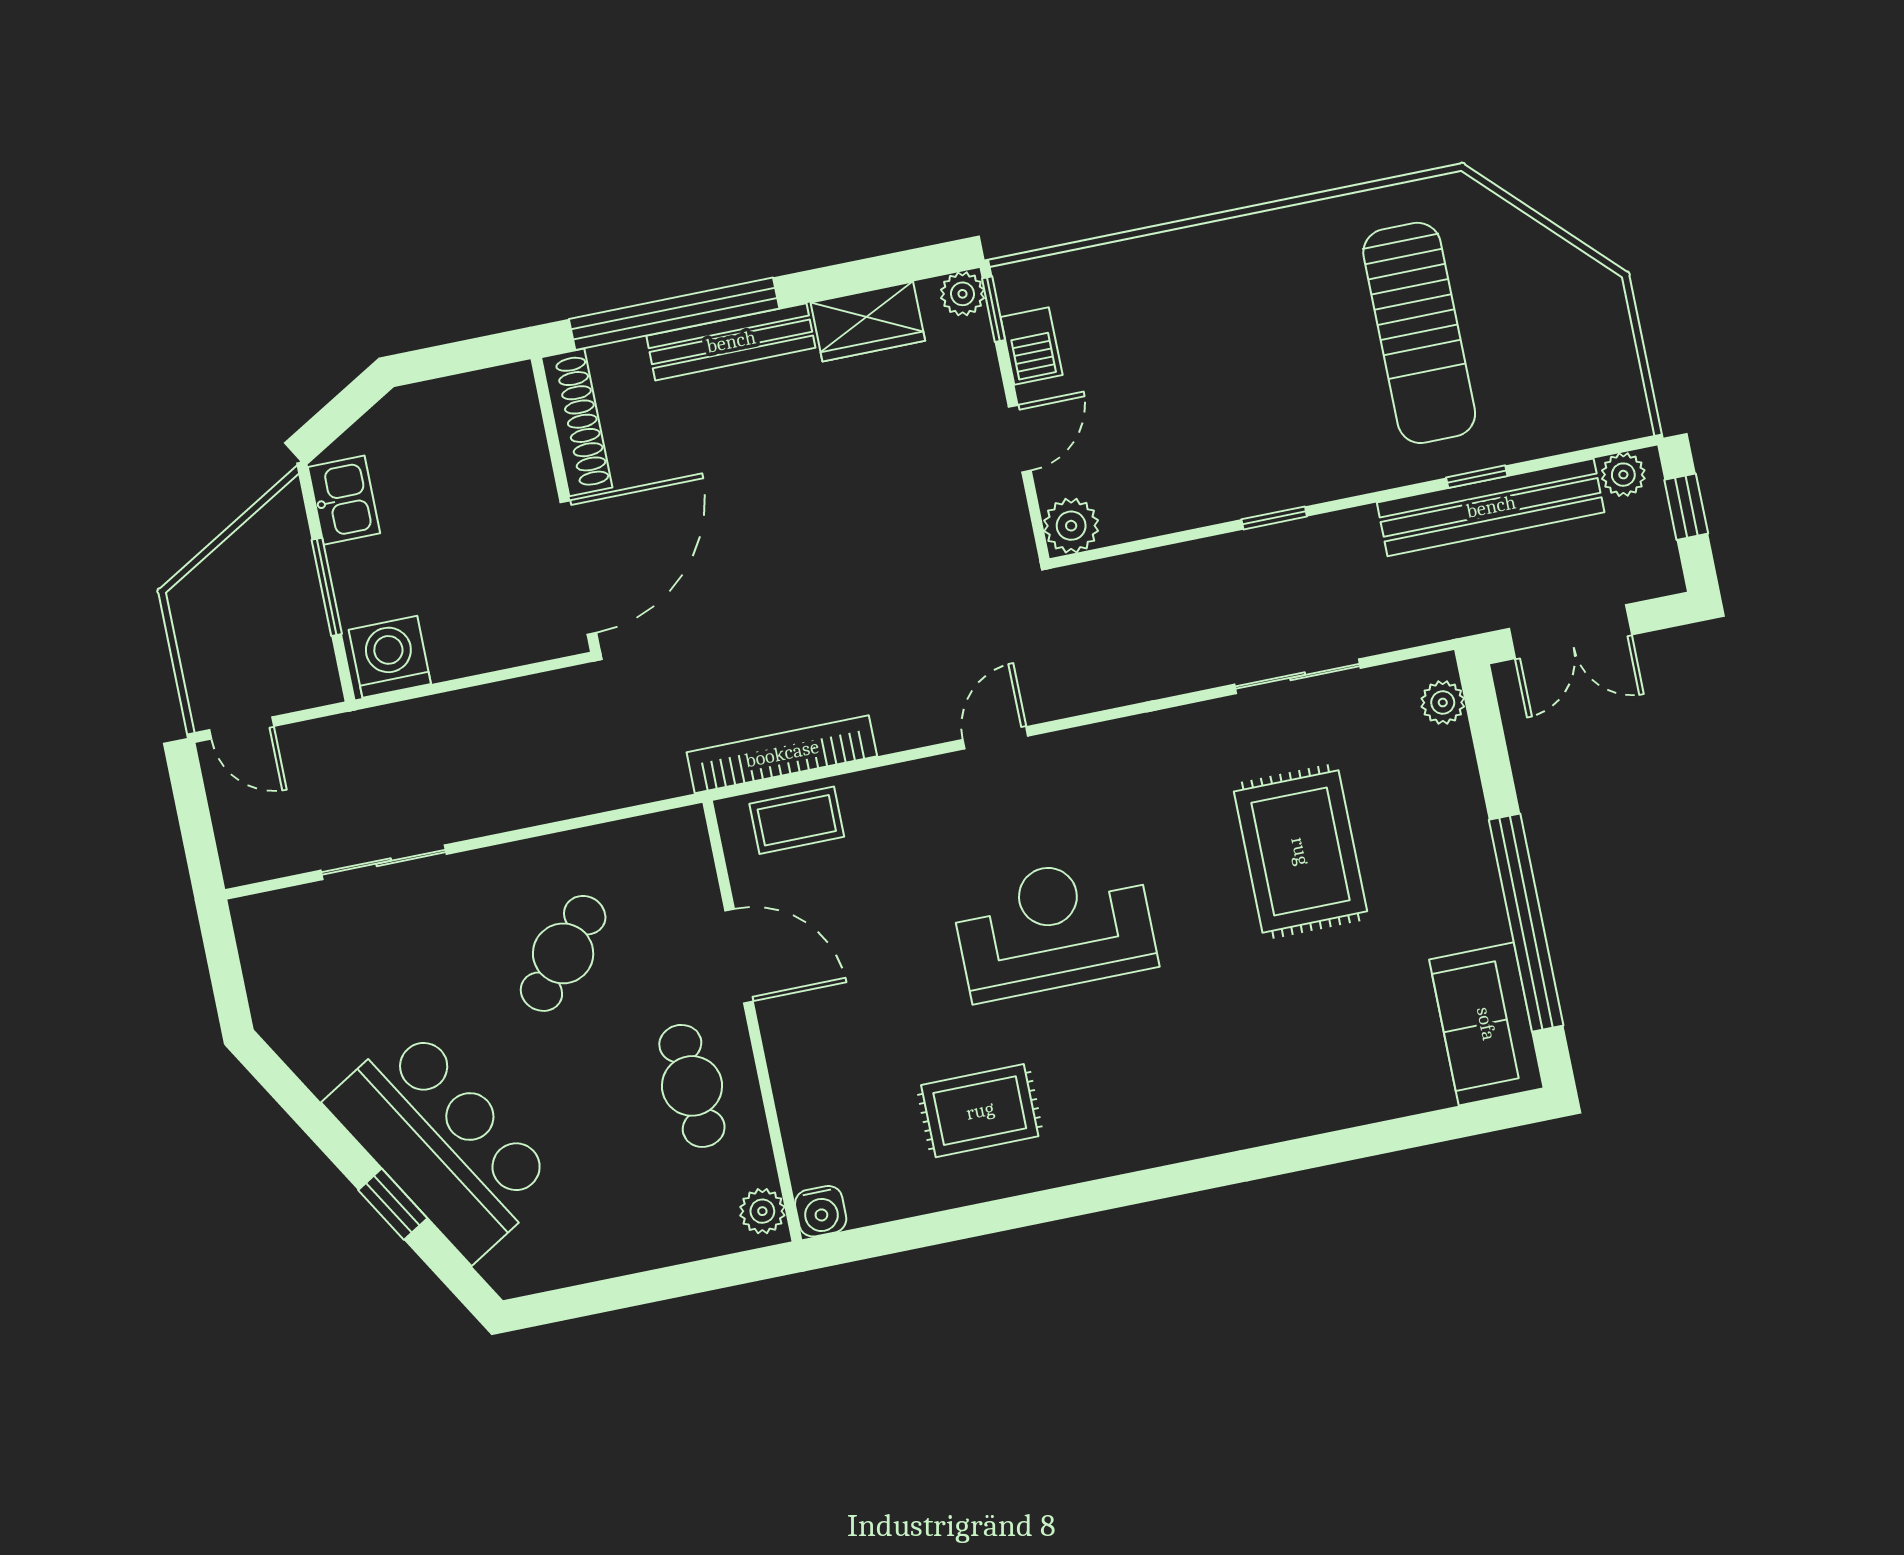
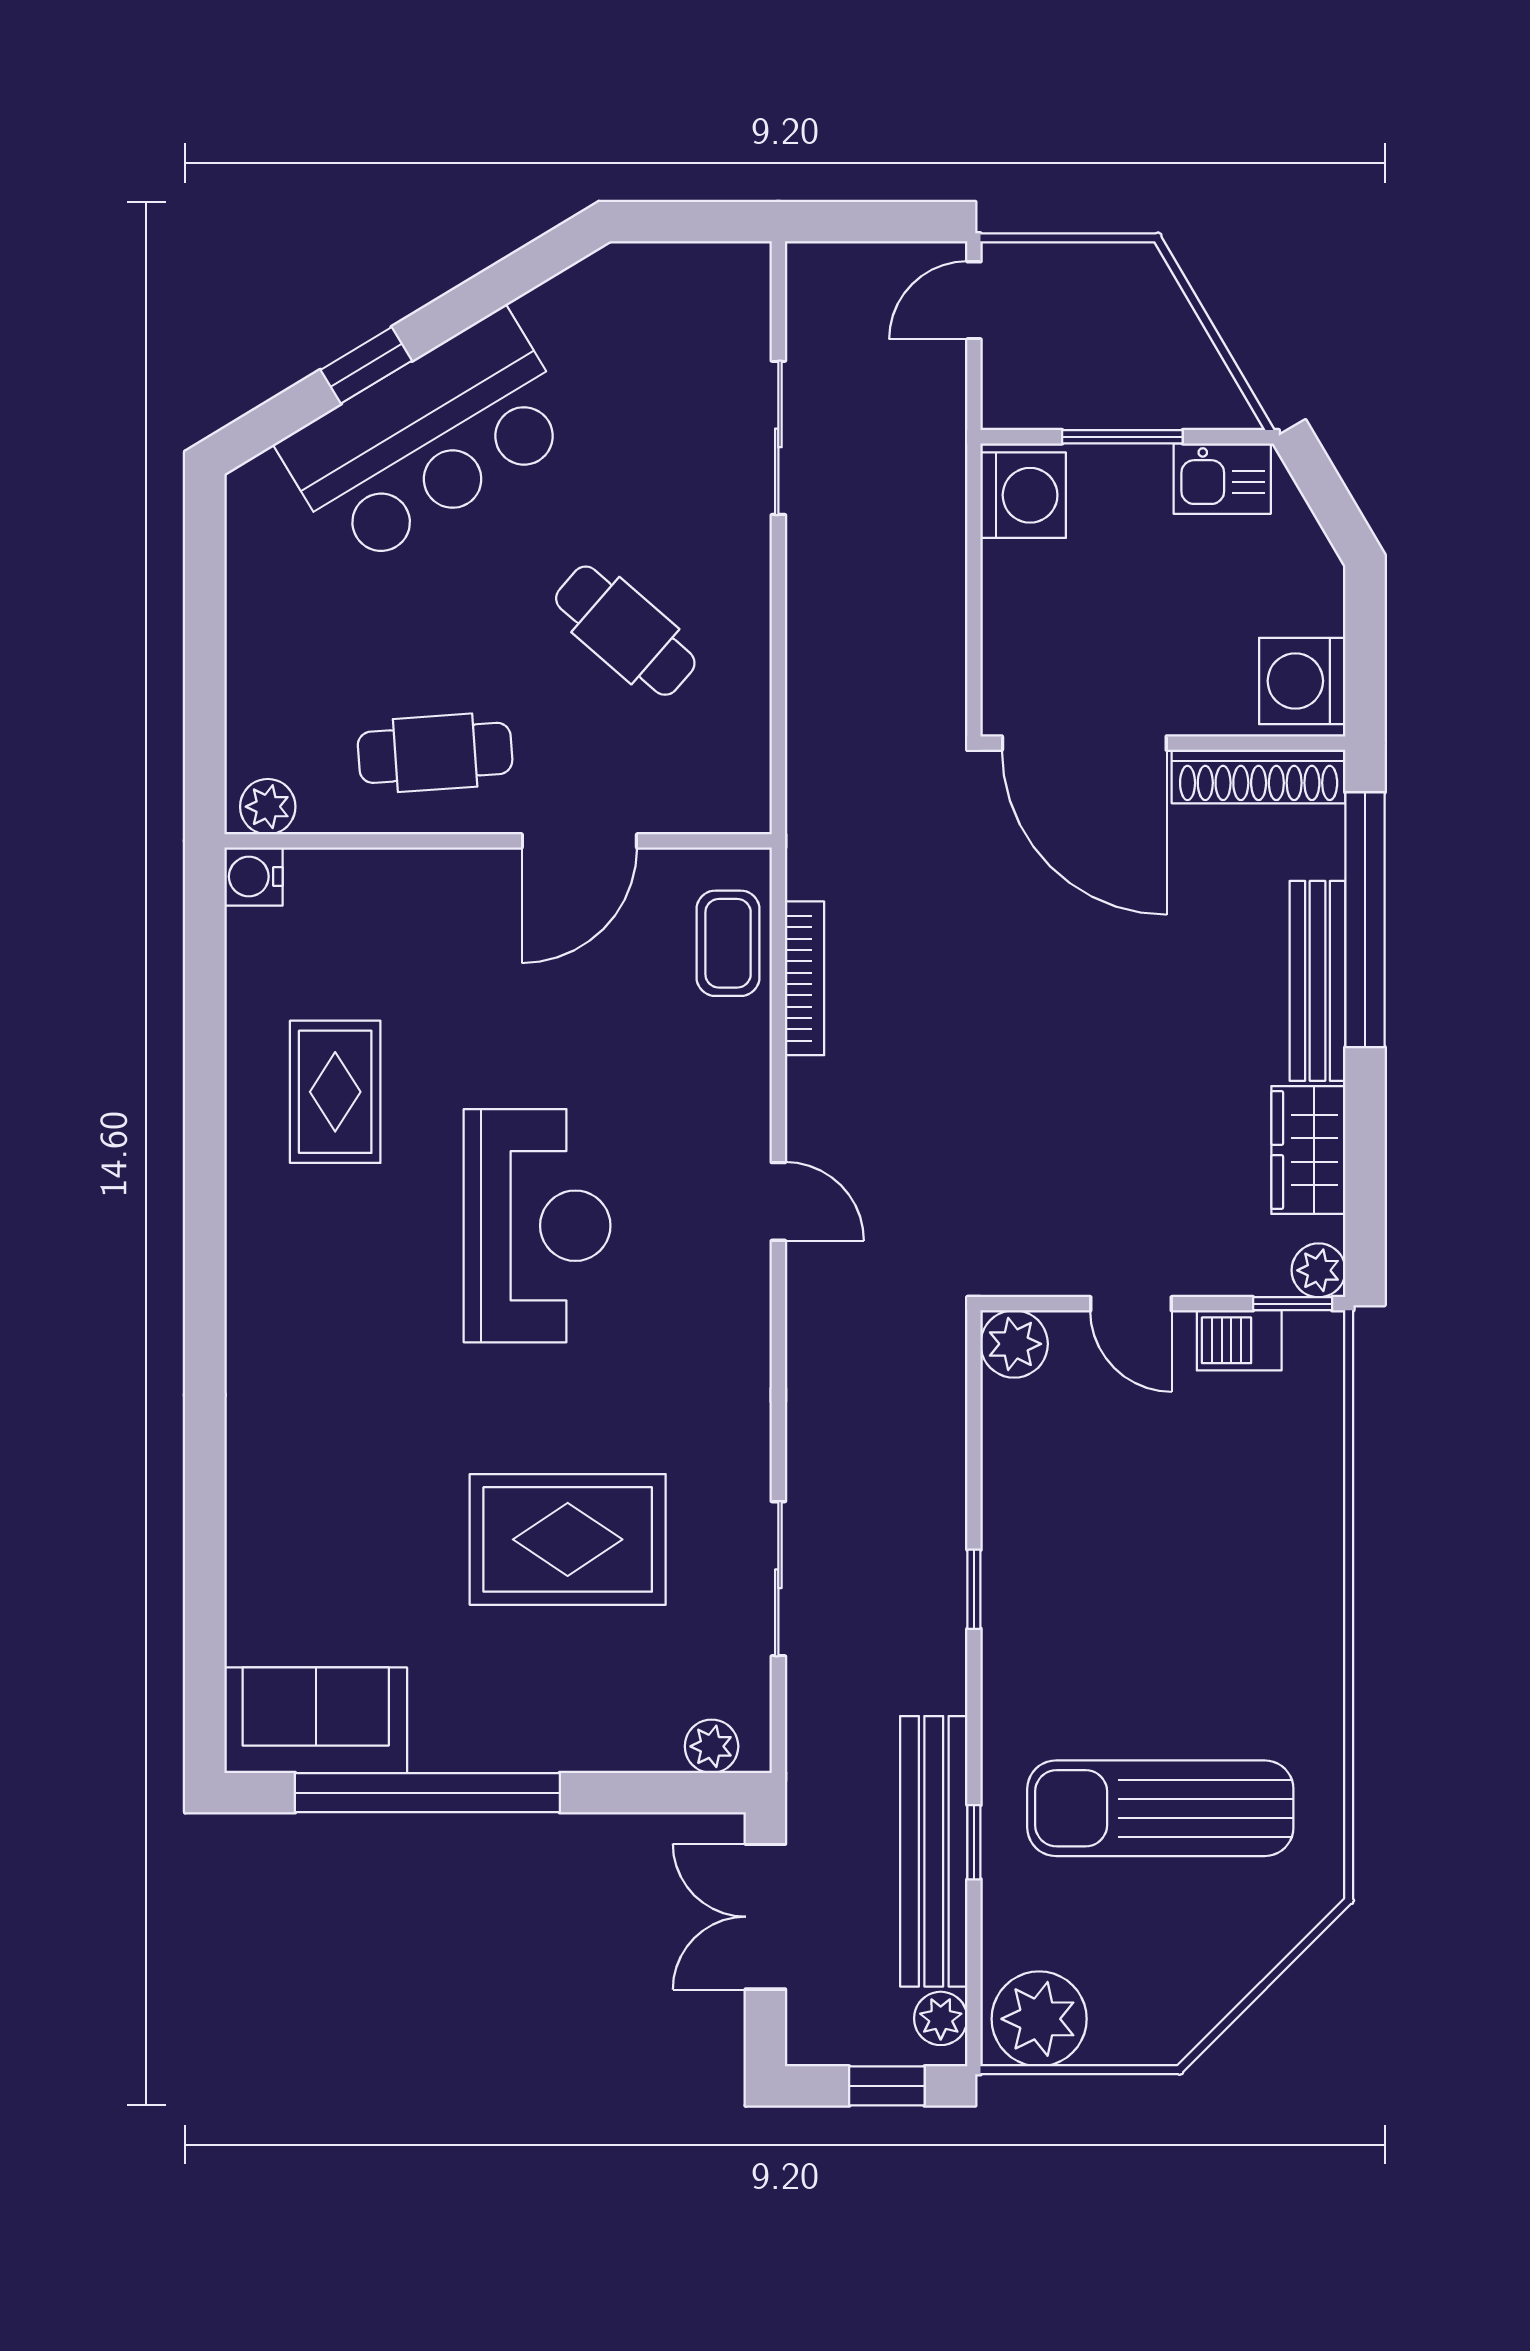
plant: (1608, 396) -> (1039, 2019), added
washing machine: (493, 403) -> (1302, 681), added
bookcase: (782, 754) -> (805, 978), width x0.68, depth x0.76

